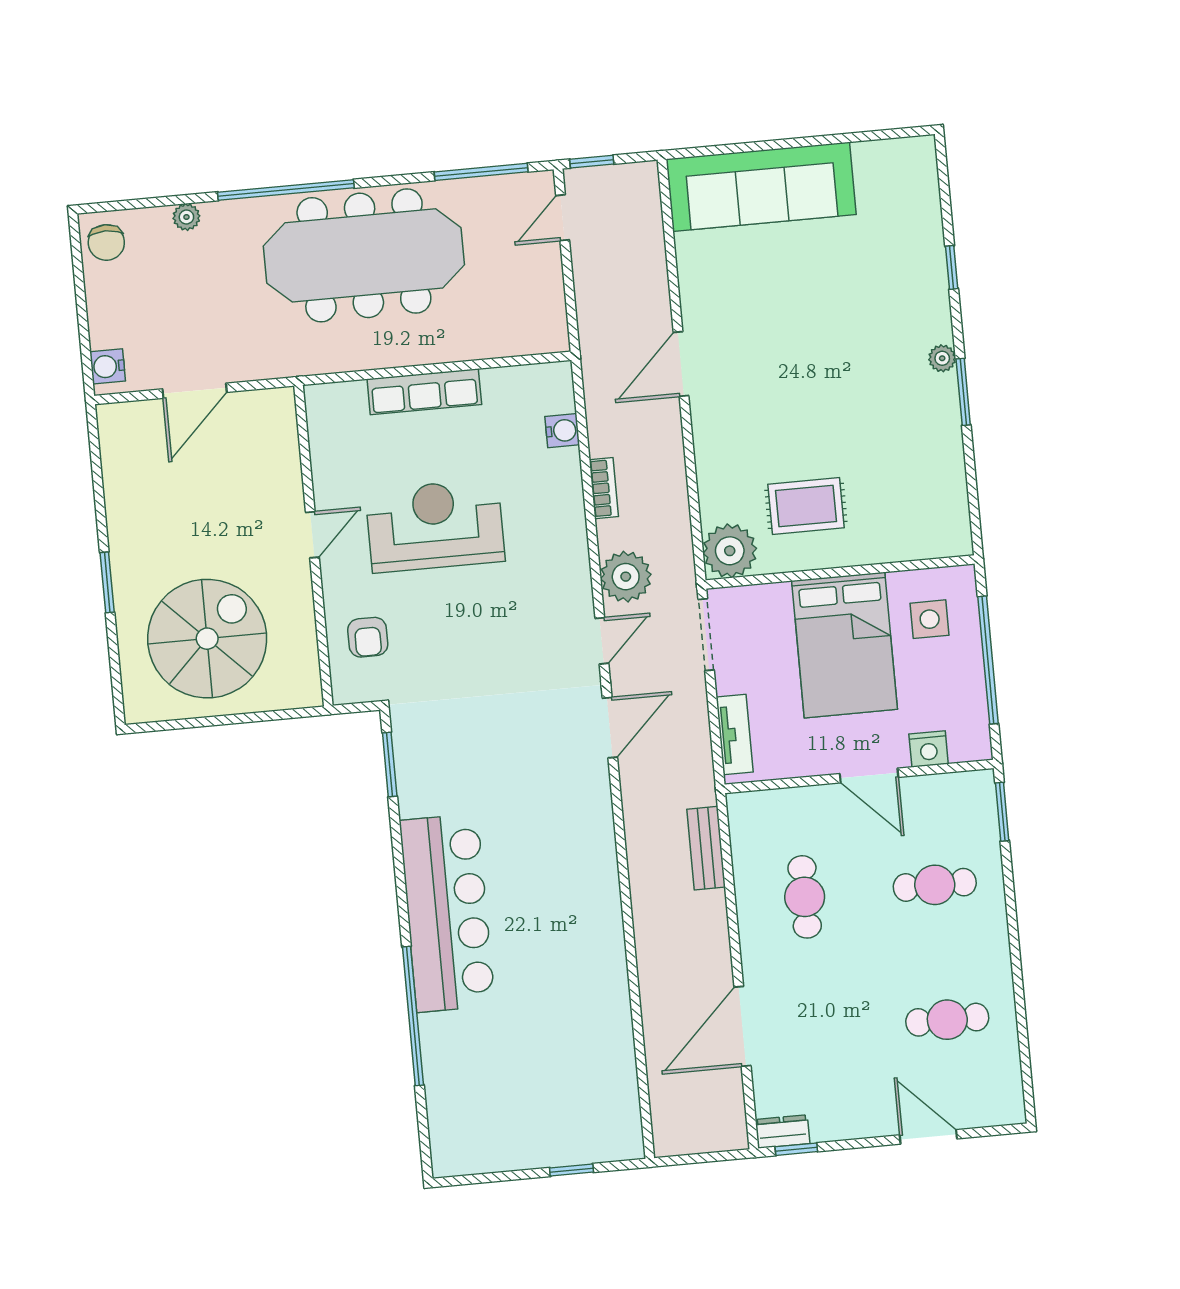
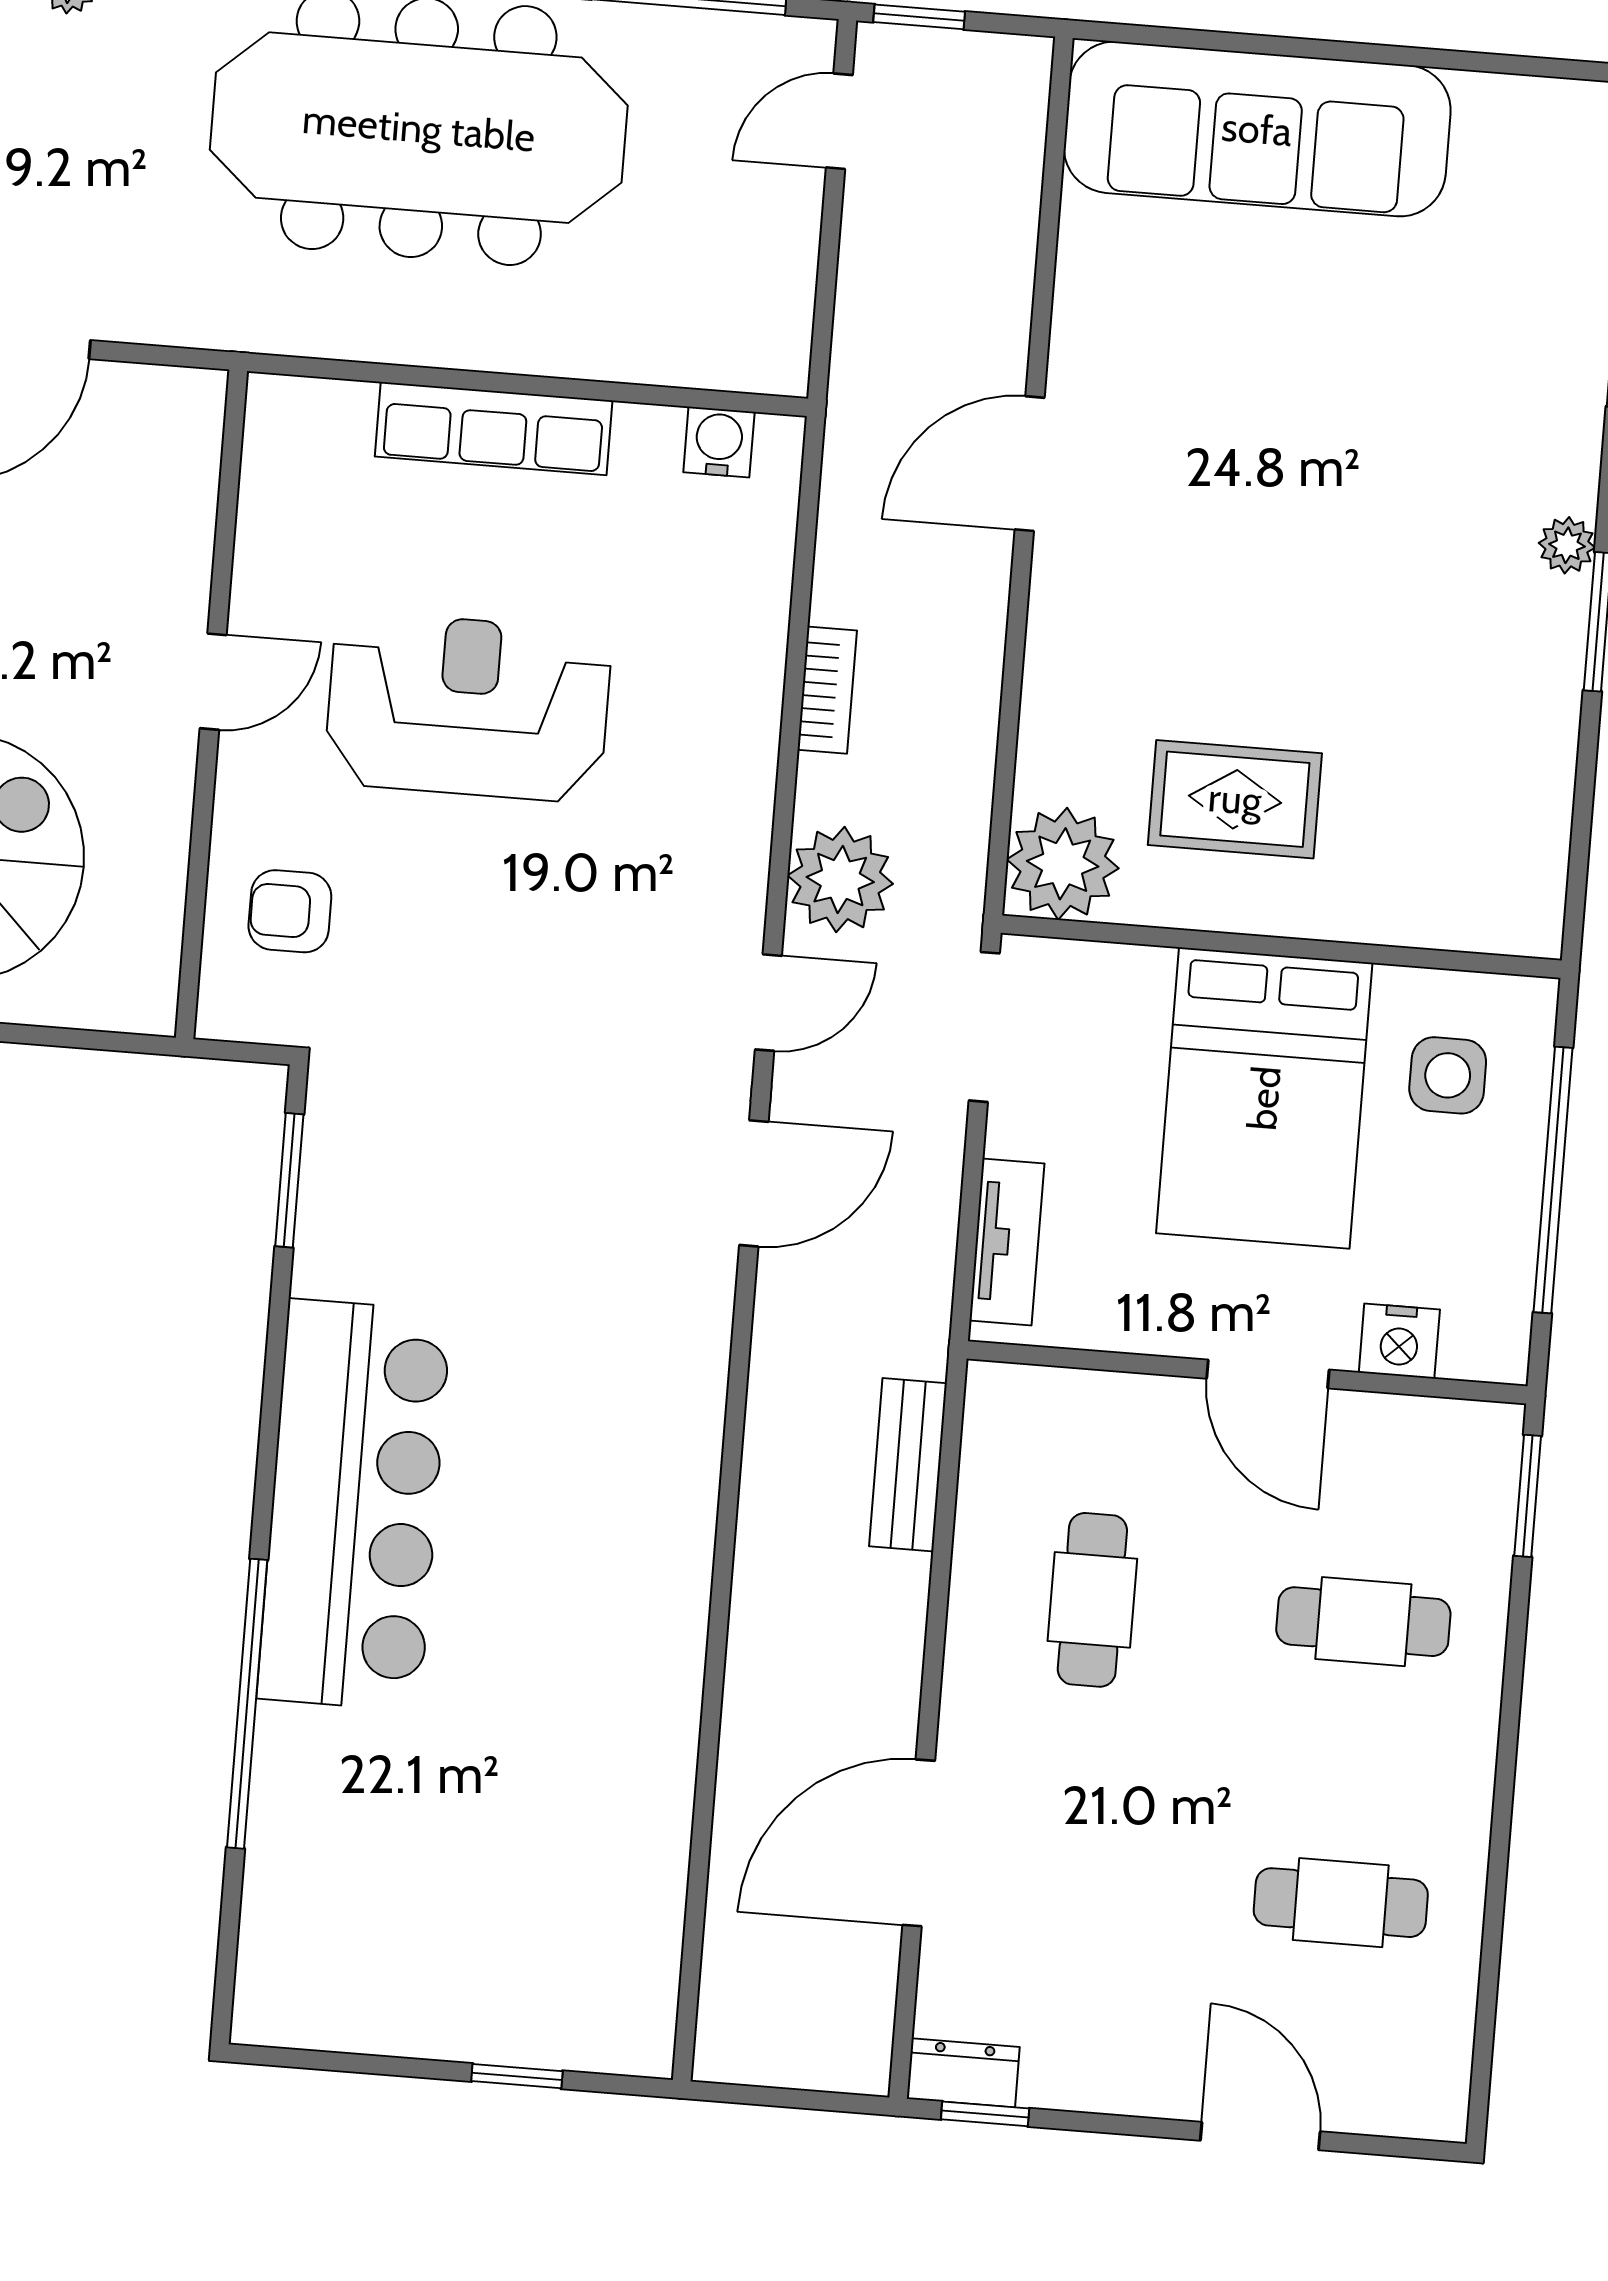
water cooler: (562, 431) -> (719, 442), moved, turned -90
armchair: (368, 637) -> (290, 911), turned 90

